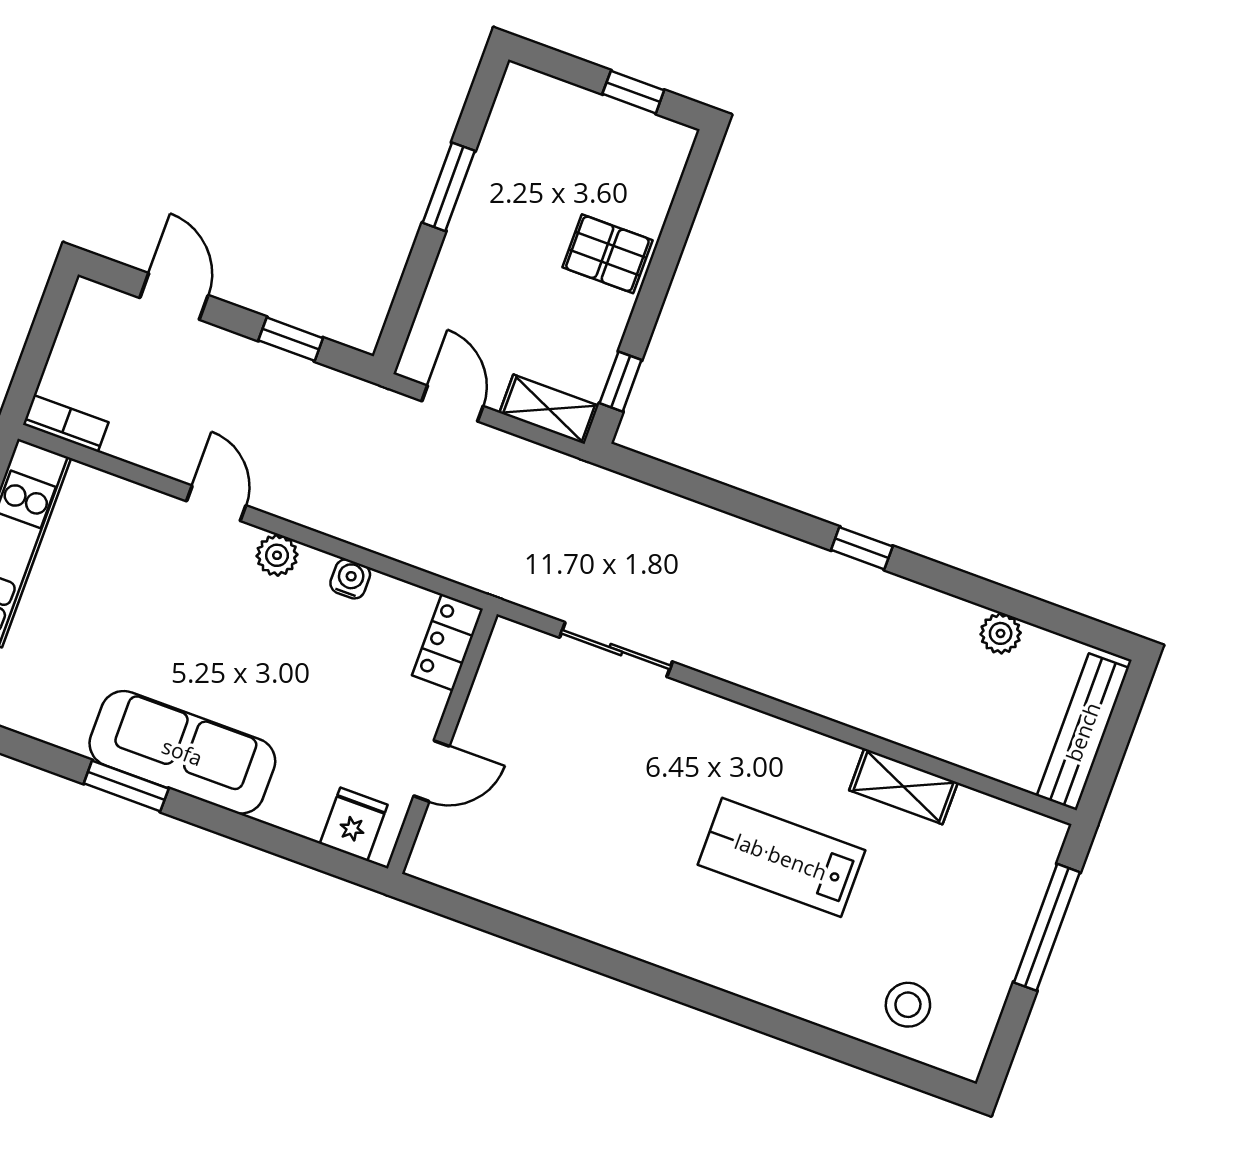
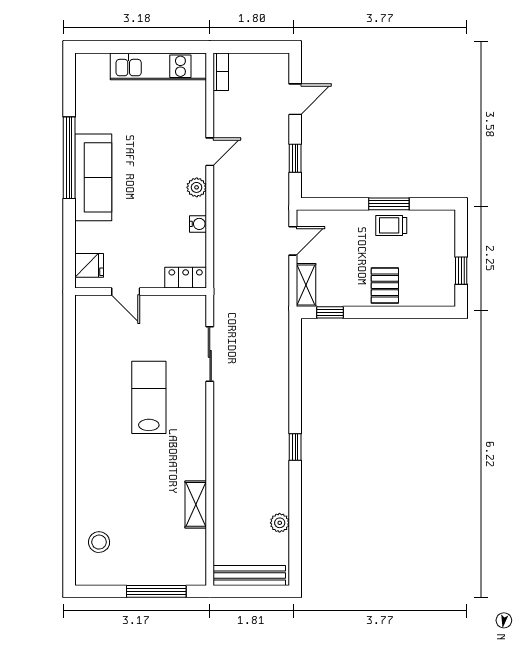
trolley: (493, 197) -> (391, 225), added
window: (126, 786) -> (69, 158), width x2.11
lab bench: (781, 857) -> (149, 397), moved

